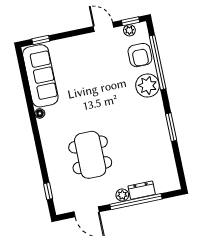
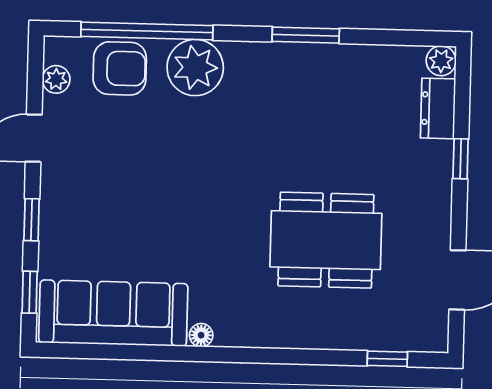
window: (131, 21) -> (32, 220), moved
dresser: (142, 190) -> (438, 108), moved
plant: (122, 195) -> (441, 61), moved
window: (136, 202) -> (461, 159), width x0.32

